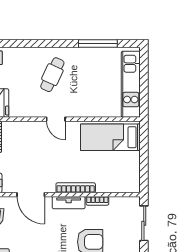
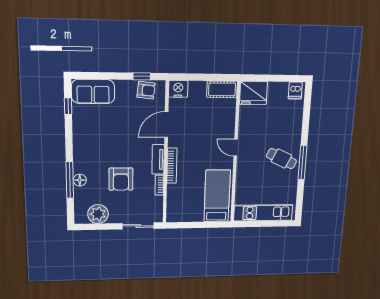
window: (98, 43) -> (303, 163), moved
cafe table: (52, 75) -> (281, 159), moved
door: (56, 119) -> (236, 148), hinge flipped

